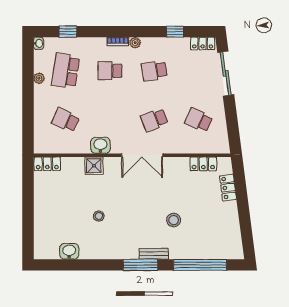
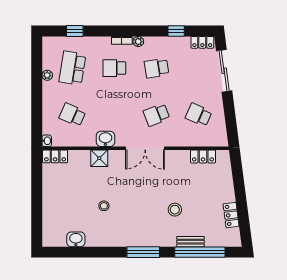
washbasin: (39, 43) -> (47, 141), moved
locker: (228, 188) -> (231, 215), moved
bench: (154, 254) -> (190, 242), moved

